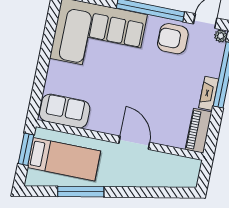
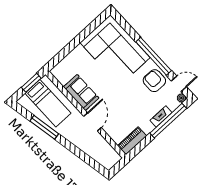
fireplace: (209, 93) -> (161, 116), moved
sofa: (65, 111) -> (81, 92), moved

